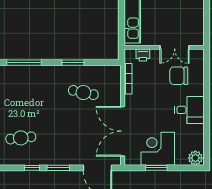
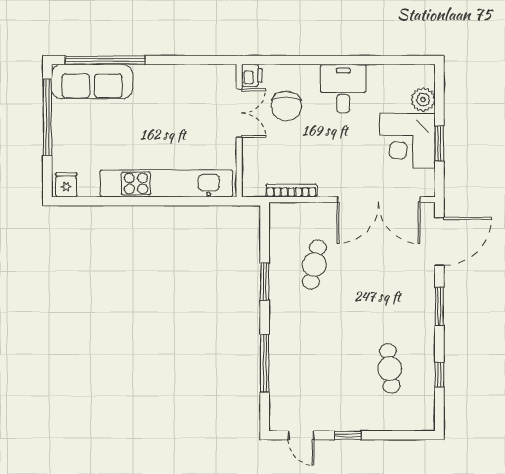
printer: (143, 55) -> (252, 75), moved
plant: (195, 158) -> (423, 100), moved
window: (32, 168) -> (439, 375), moved

